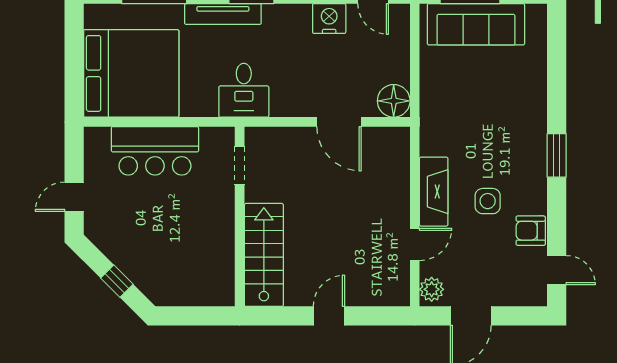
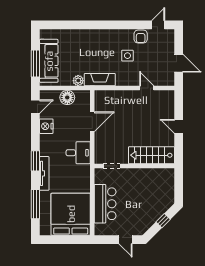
desk: (244, 90) -> (78, 153), moved
floor lamp: (394, 101) -> (67, 97), moved
window: (557, 155) -> (107, 25), removed
fireplace: (434, 192) -> (100, 80), moved
plant: (432, 289) -> (78, 81), moved

